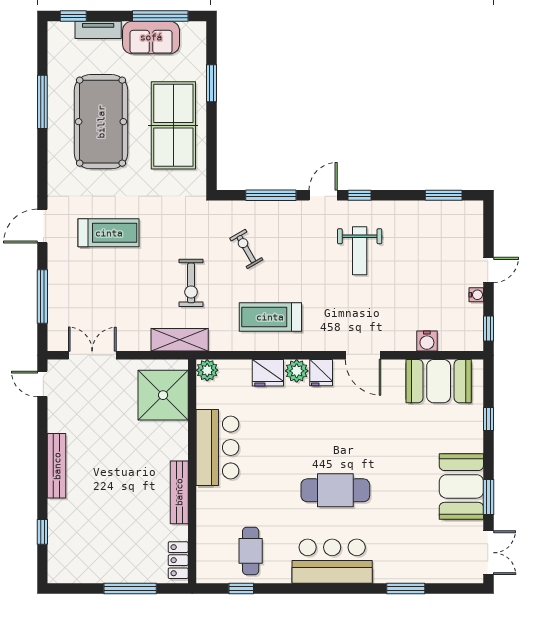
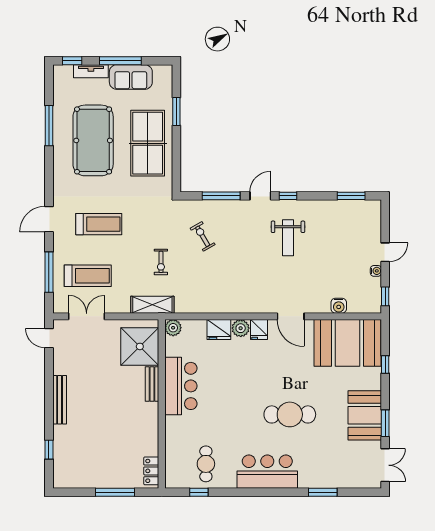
window: (160, 16) -> (120, 61), moved
exercise bike: (191, 283) -> (161, 262), width x0.73, depth x0.72
treadmill: (270, 317) -> (88, 276), moved, turned 180
booth: (439, 381) -> (348, 343), width x1.36, depth x1.42
cafe table: (335, 490) -> (290, 414), moved
bench: (179, 492) -> (152, 384), moved, width x0.73

